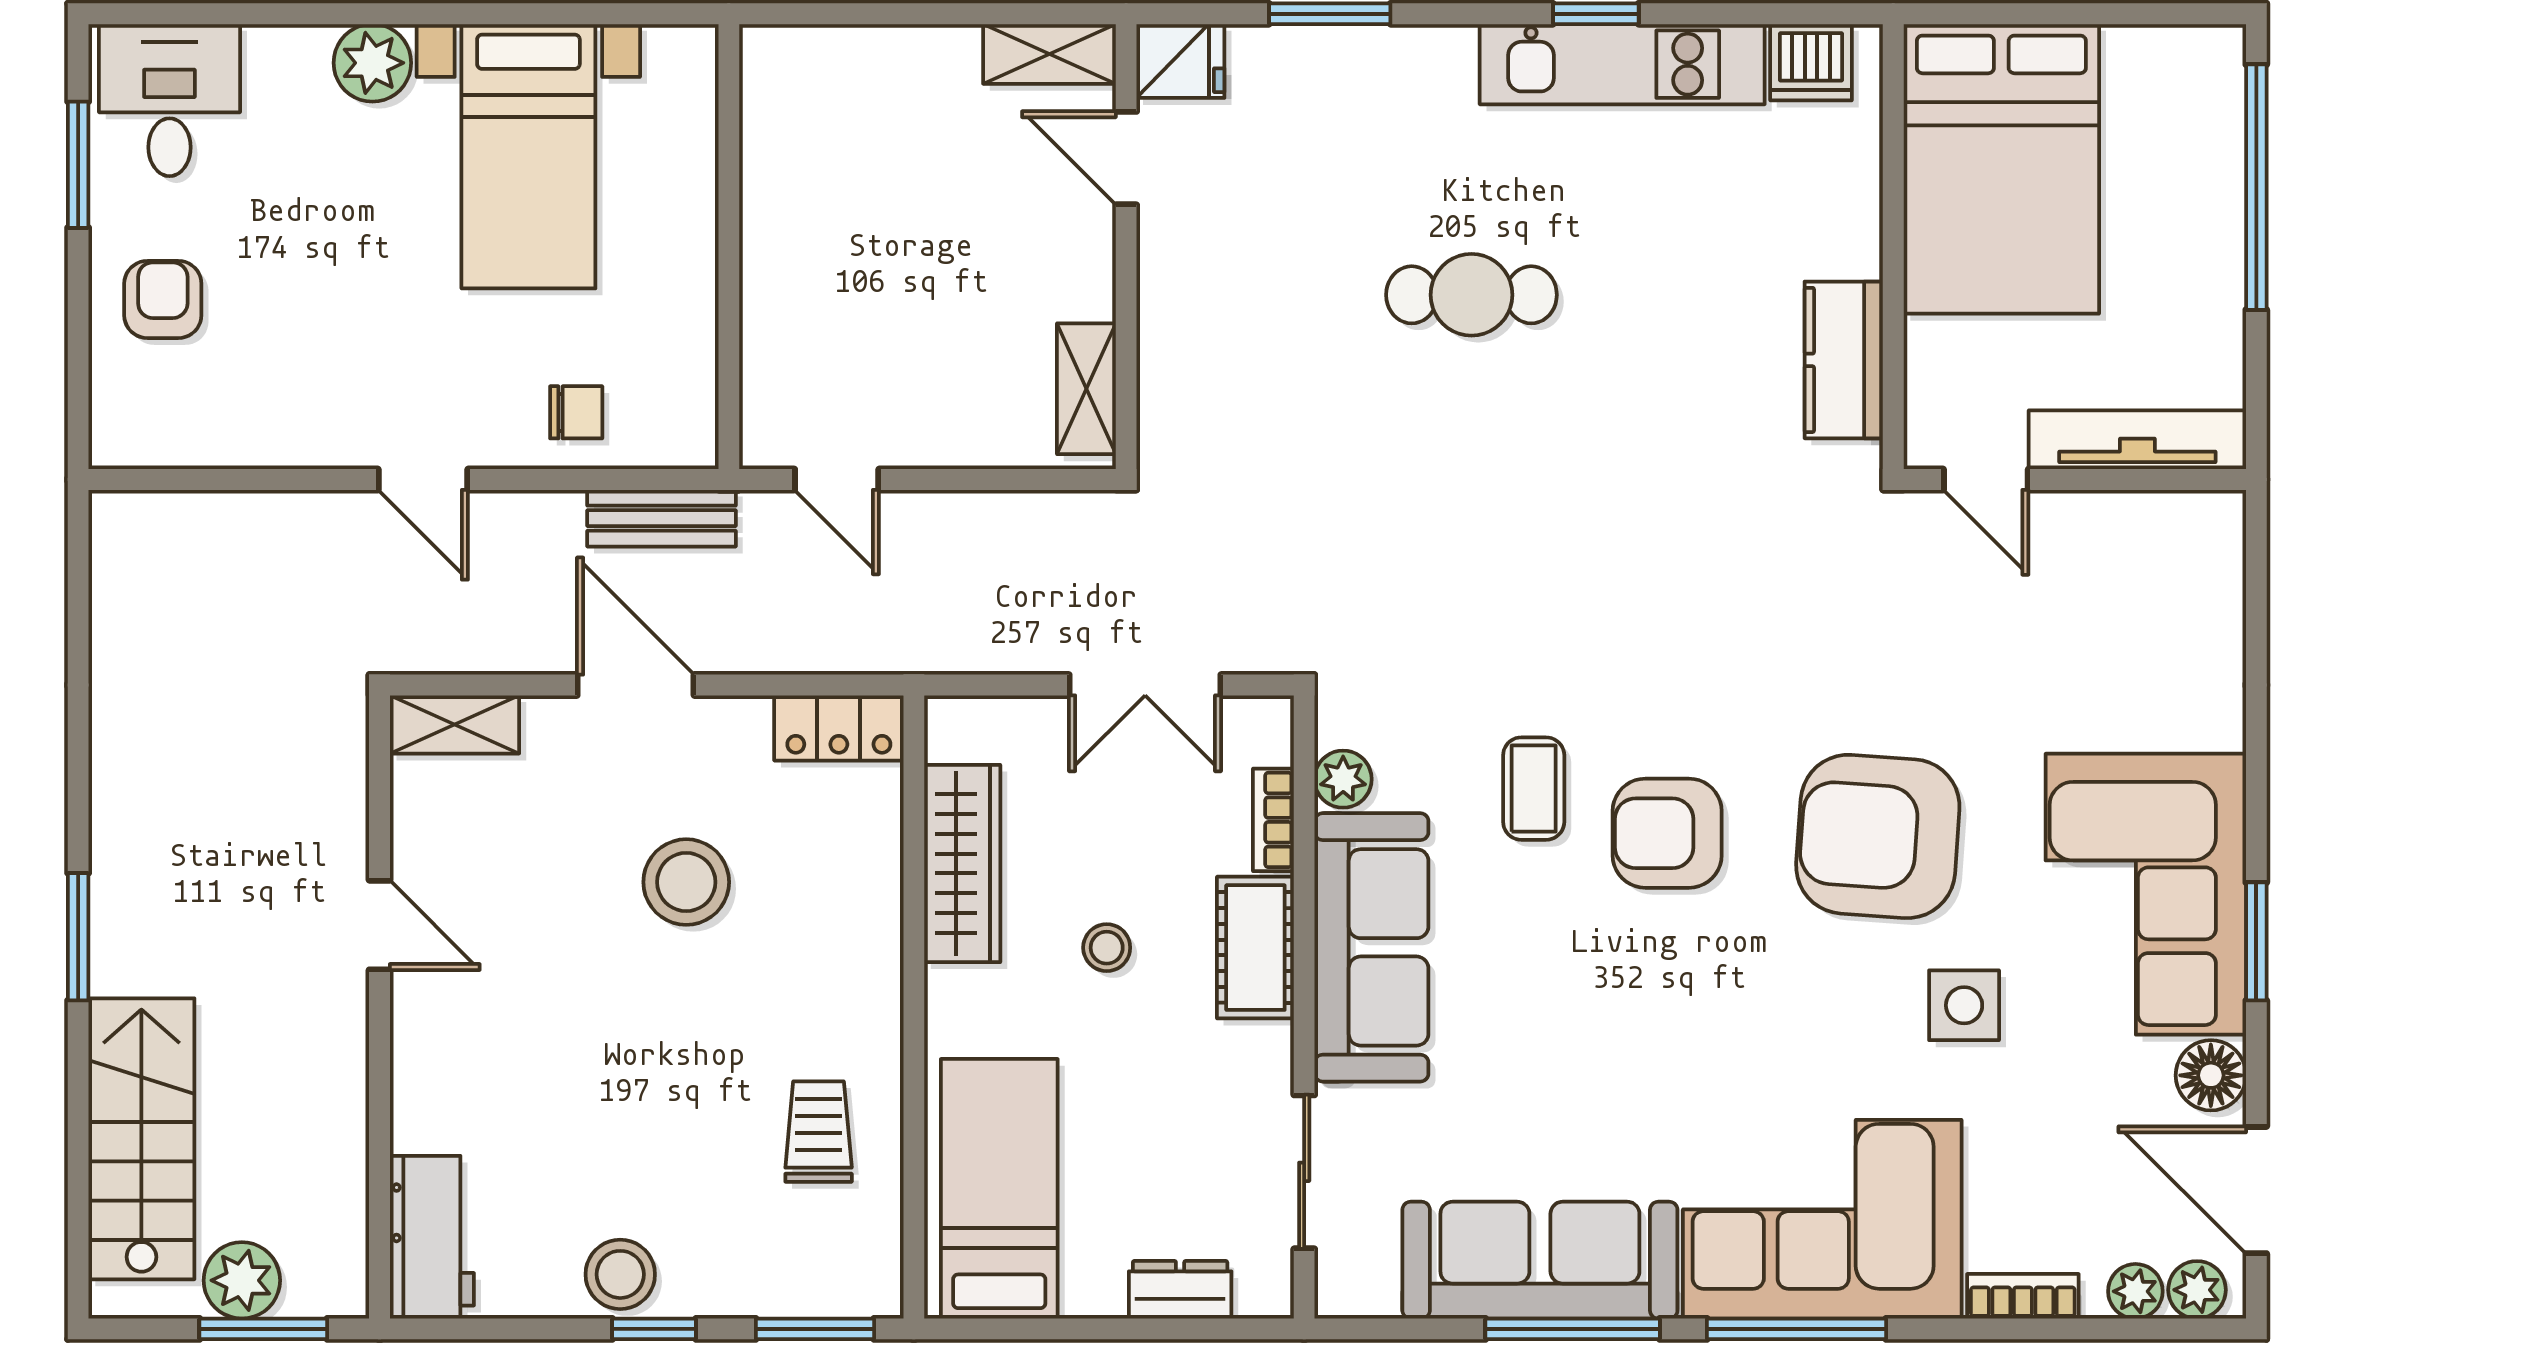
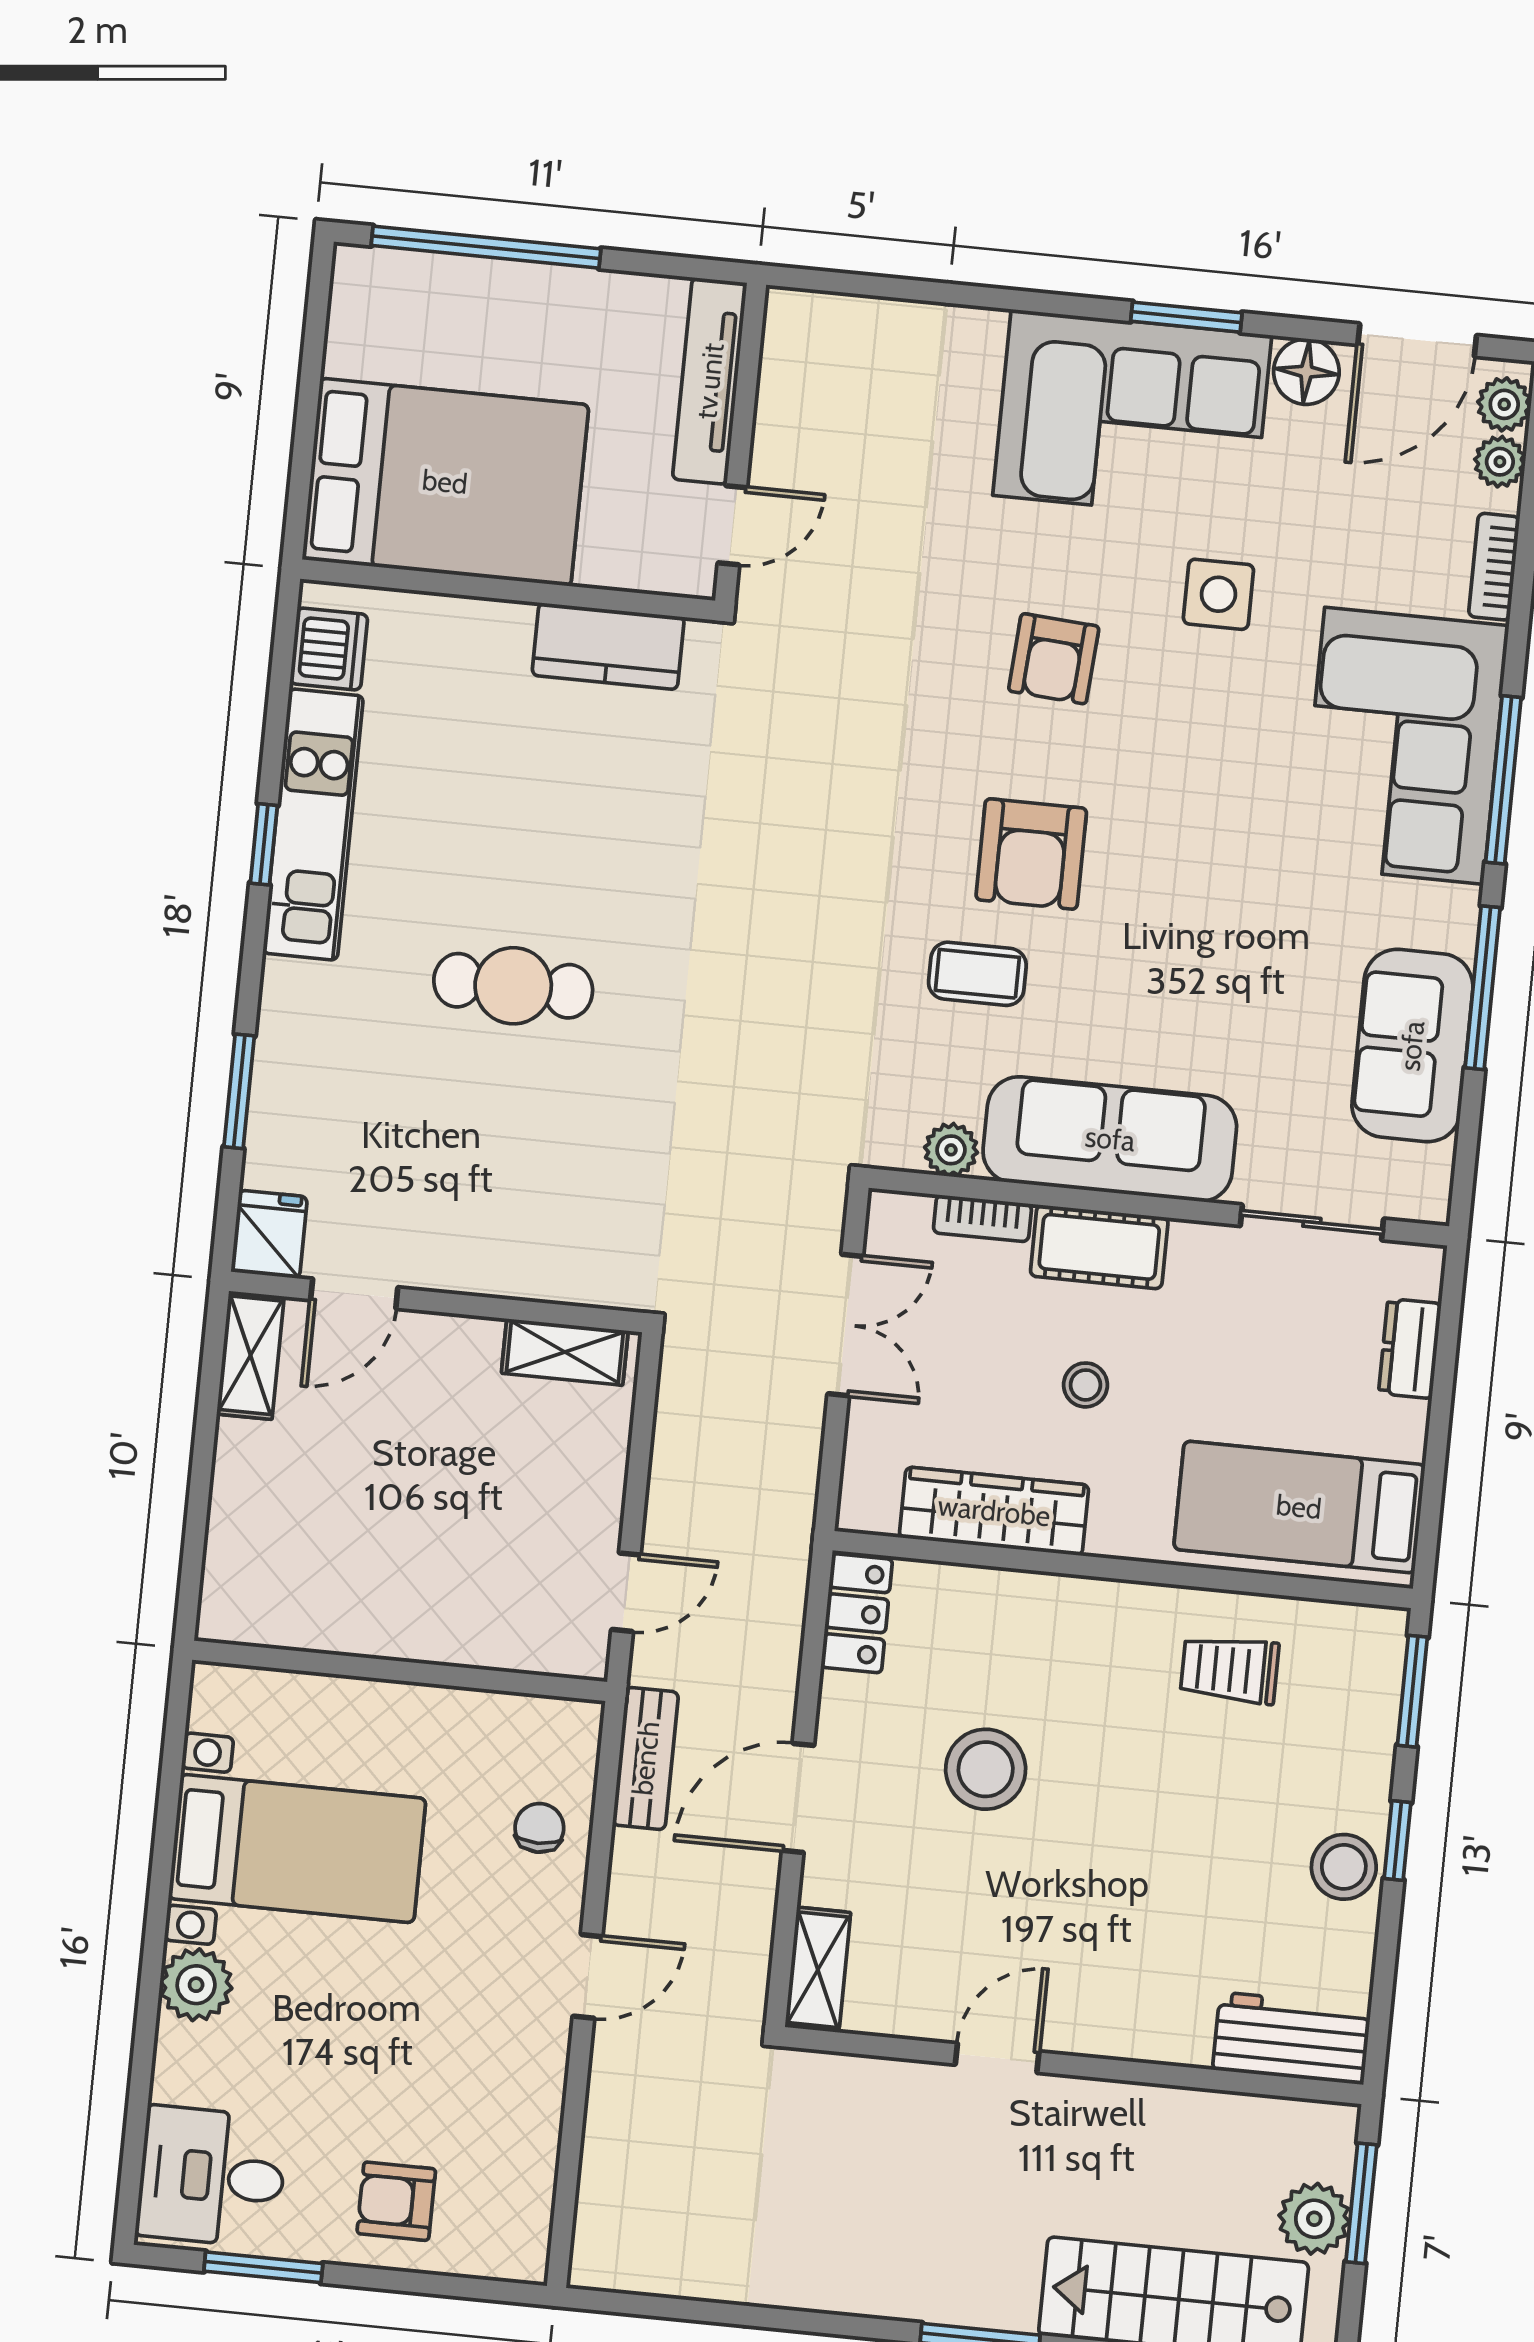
cafe table: (1471, 295) -> (513, 986), turned 90
armchair: (1878, 836) -> (1054, 659), width x0.53, depth x0.53
sofa: (1540, 1260) -> (1412, 1046), width x0.73

